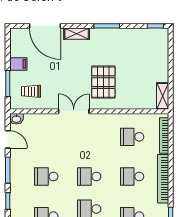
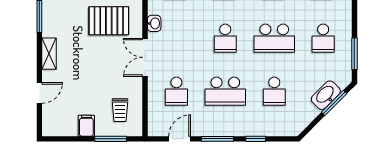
door: (45, 26) -> (39, 93), width x0.53
washbasin: (16, 119) -> (154, 23), moved
school desk: (46, 137) -> (176, 91), added
school desk: (46, 176) -> (225, 91), width x1.85

